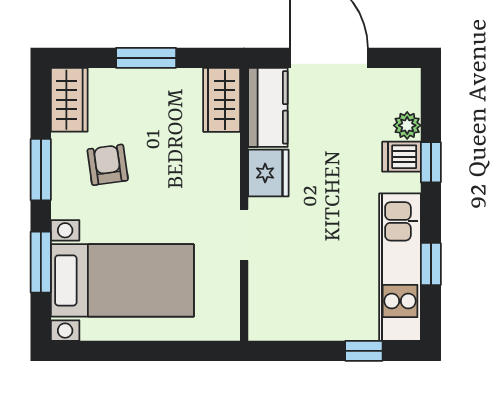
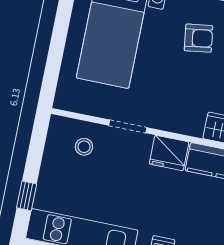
stool: (283, 288) -> (84, 147), added

